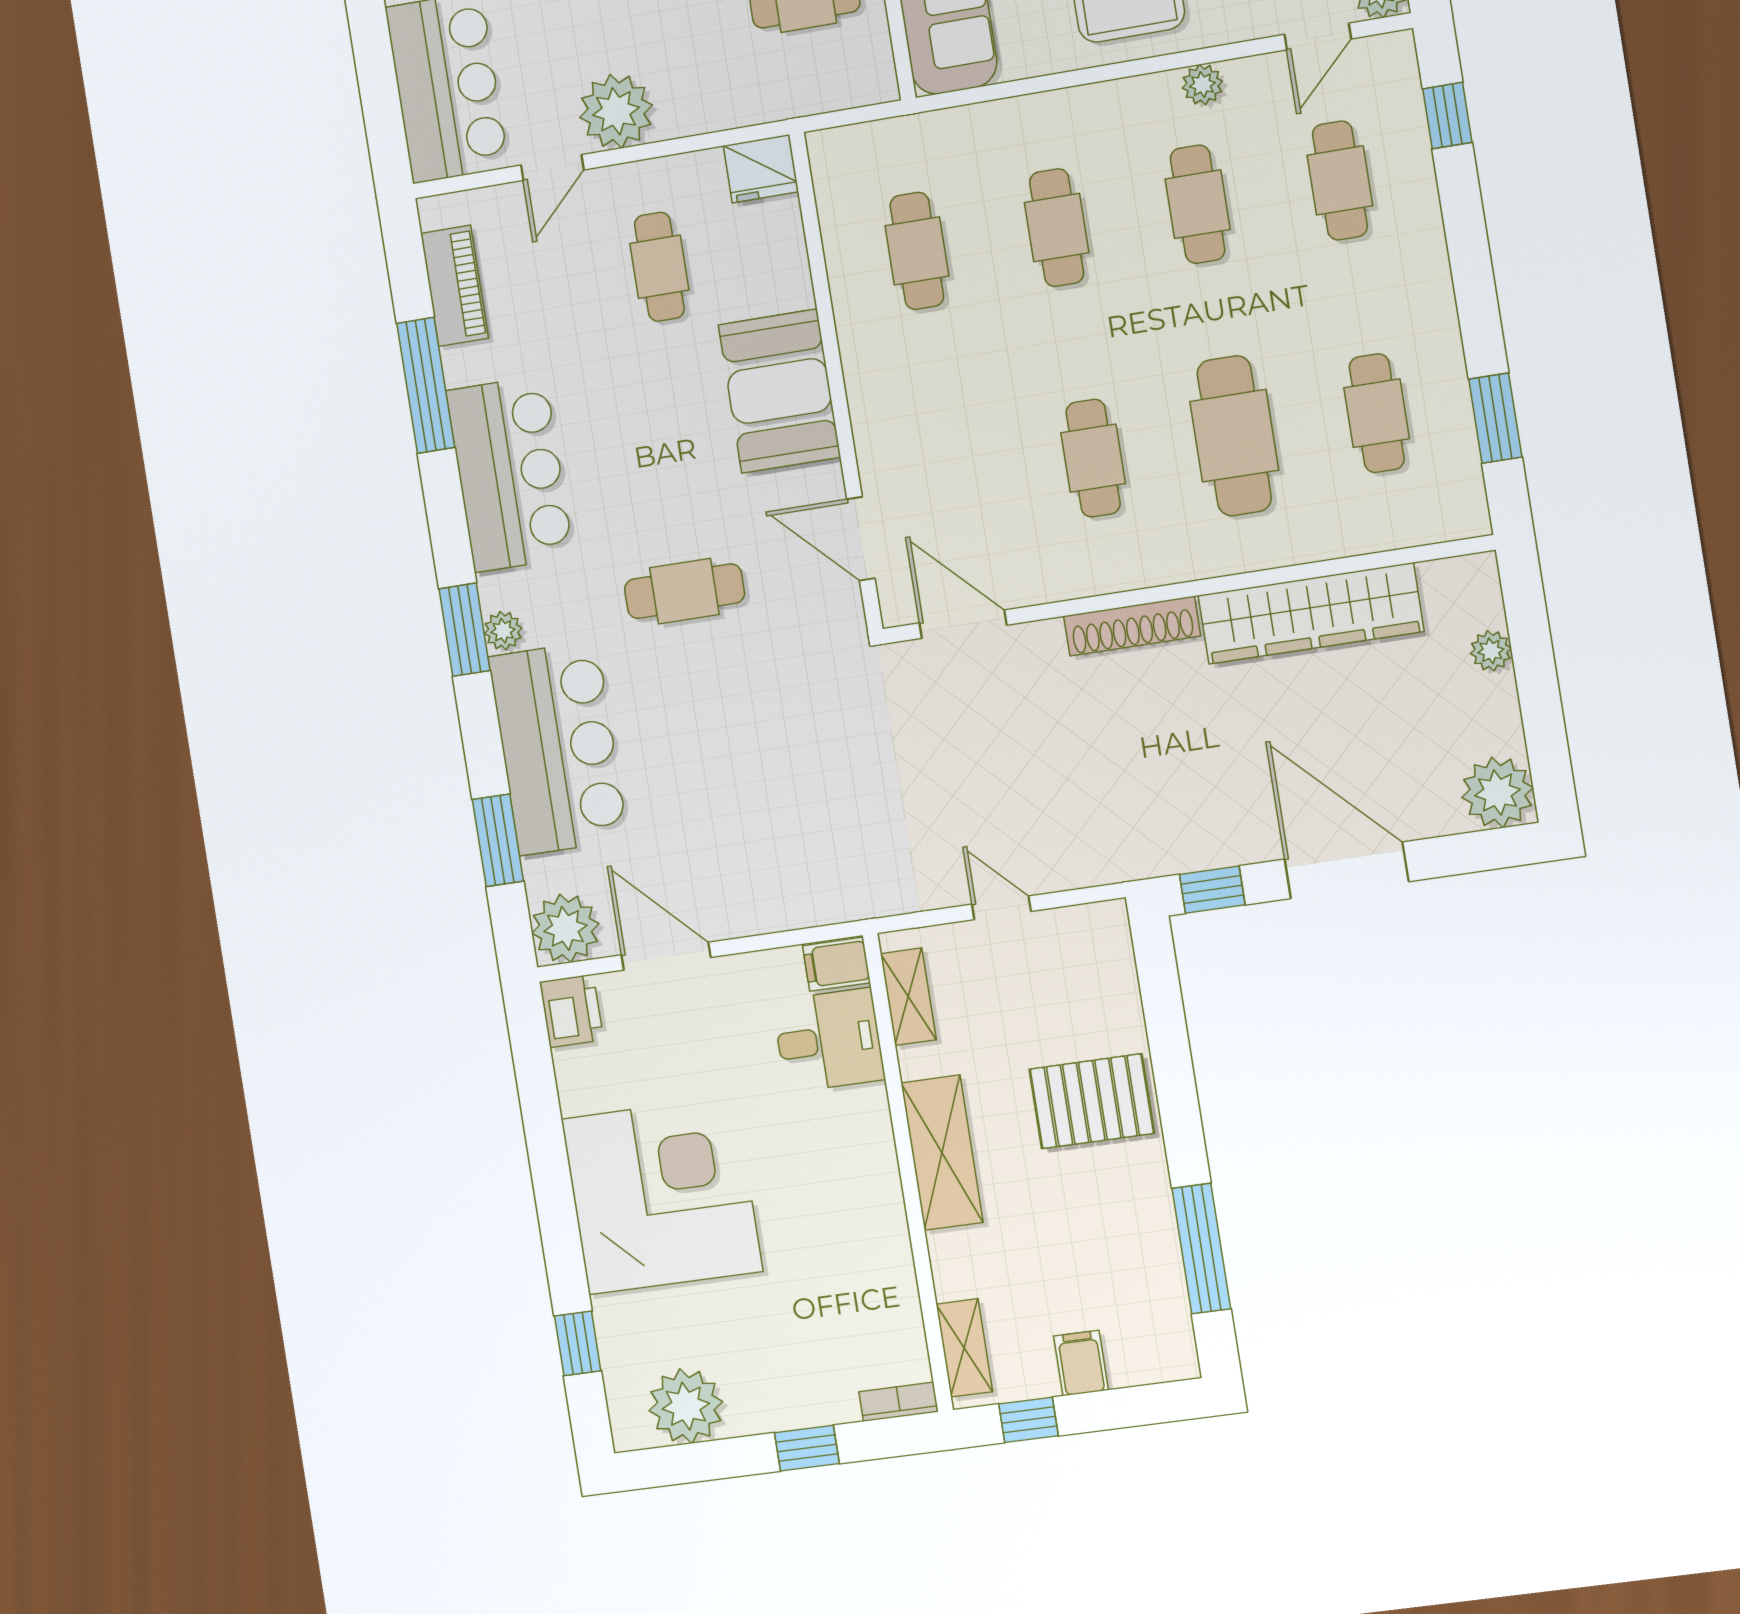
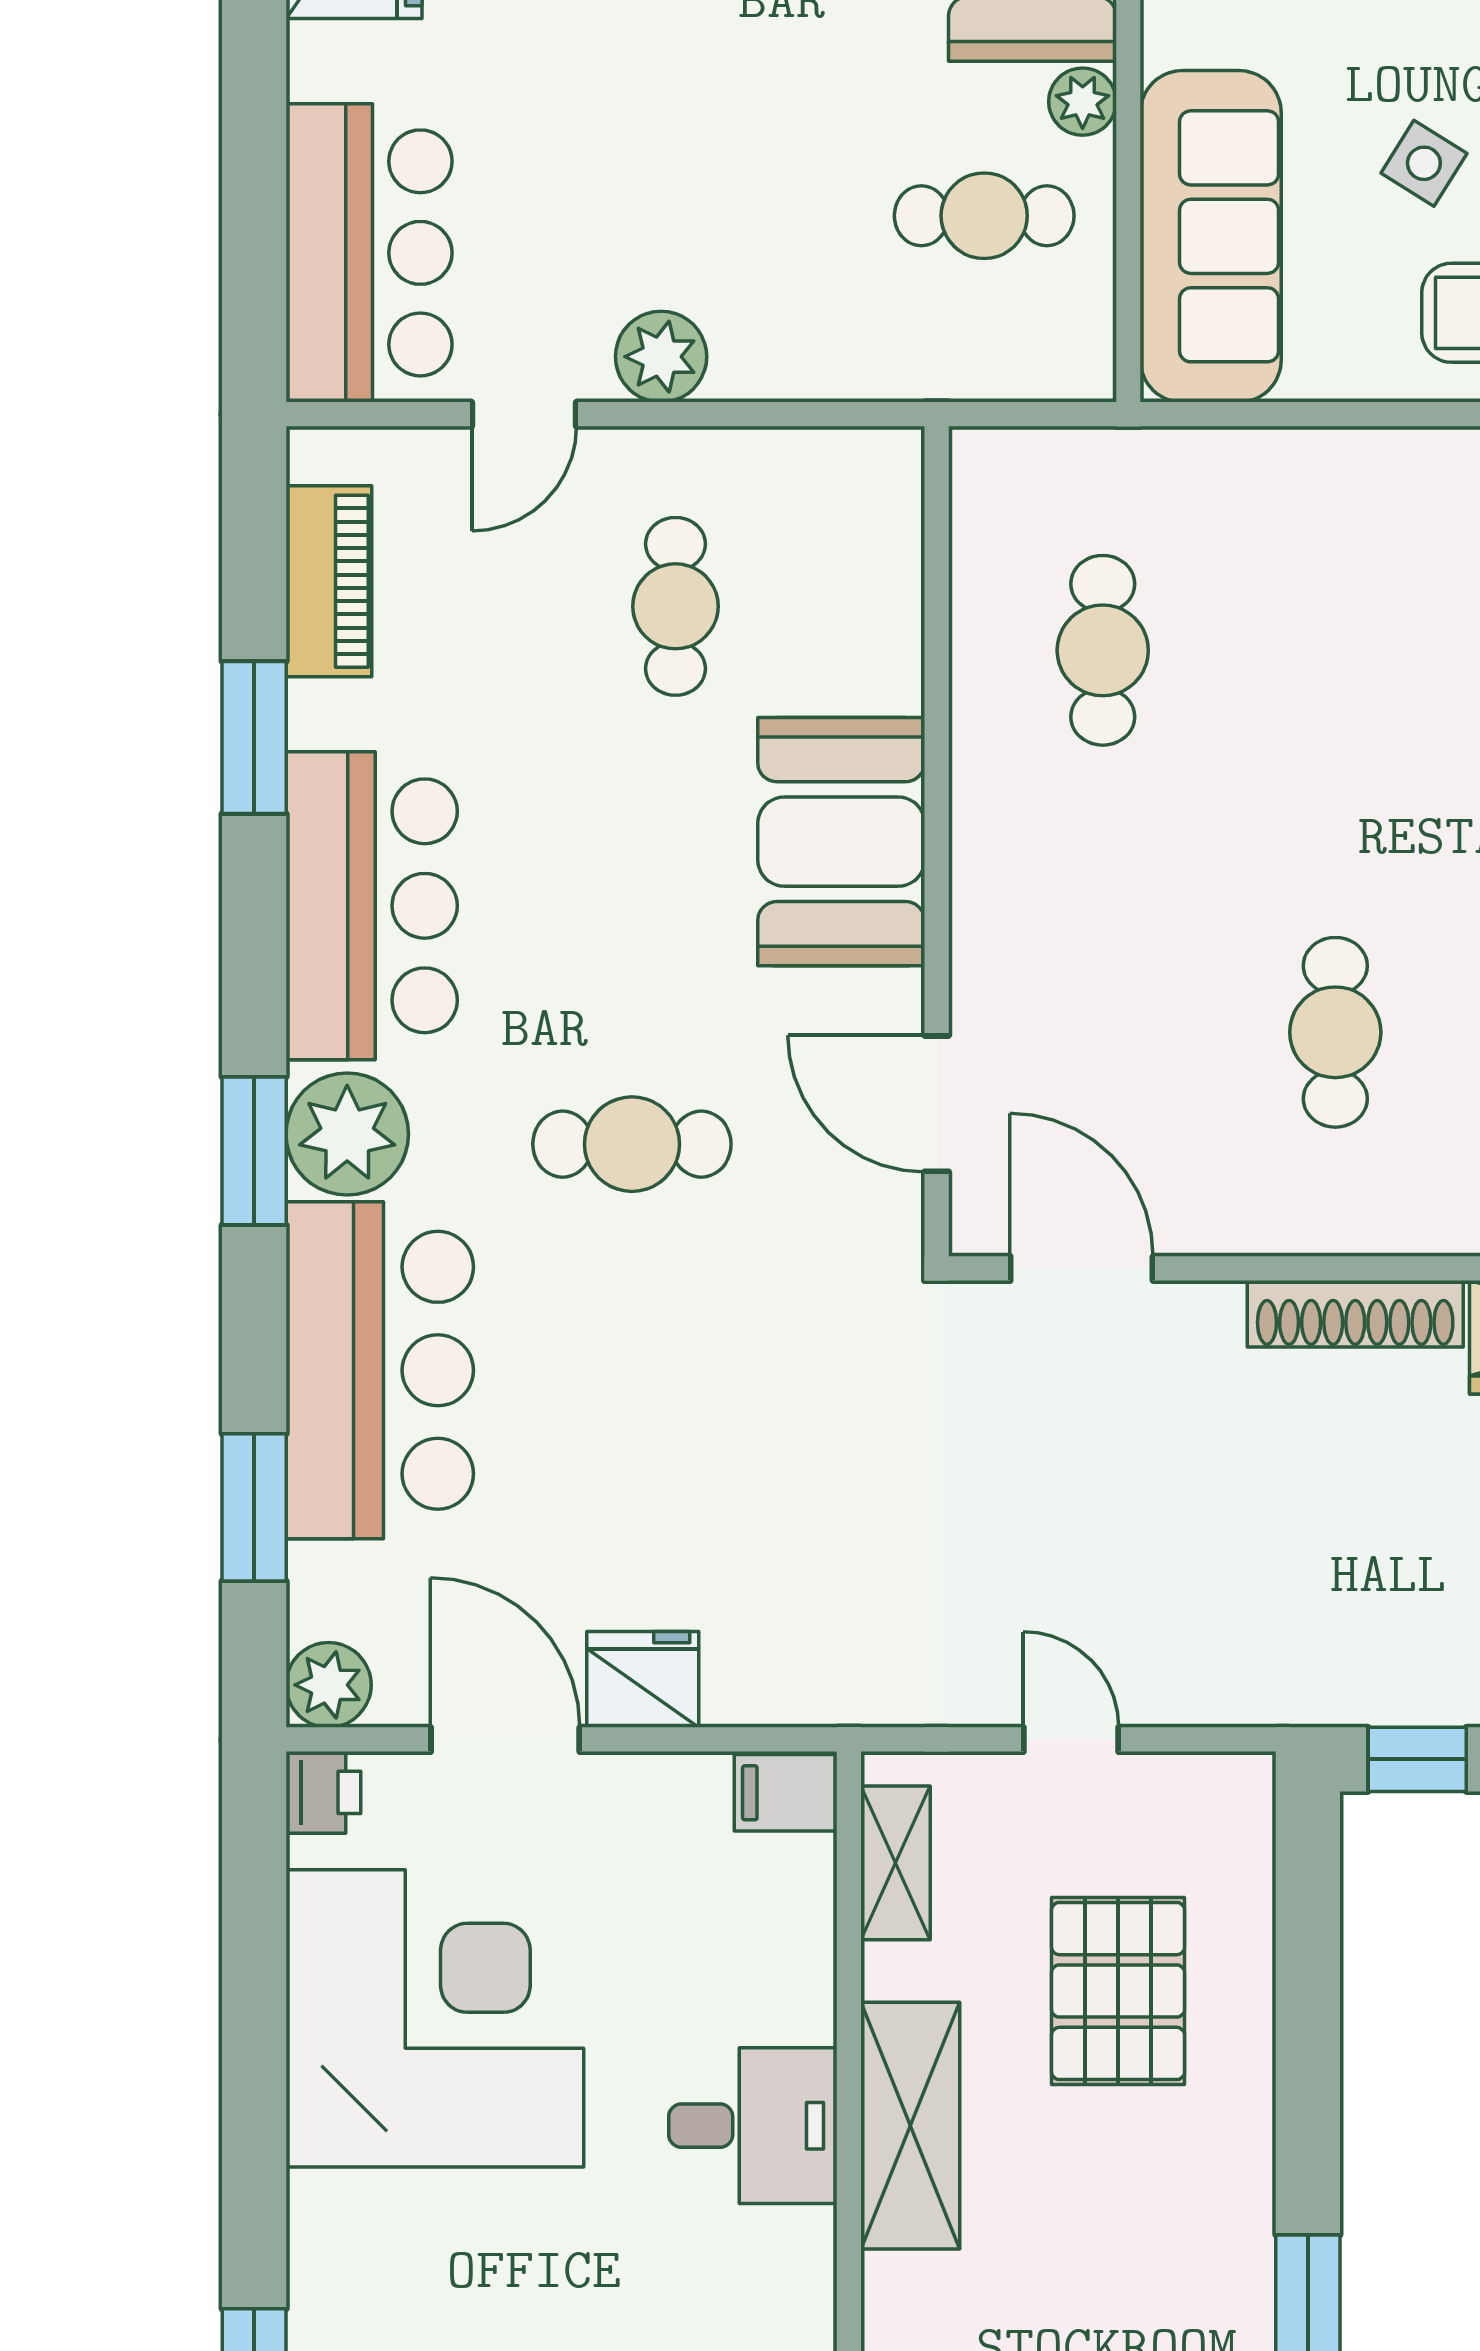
plant: (616, 111) -> (661, 357), width x0.73, depth x0.73
fridge: (761, 169) -> (643, 1679), moved, turned 180
cafe table: (1057, 228) -> (1335, 650), removed
window: (426, 385) -> (254, 738), width x0.69
plant: (503, 631) -> (347, 1134), width x1.87, depth x1.87
plant: (565, 928) -> (329, 1685), width x0.73, depth x0.73
printer: (571, 1011) -> (323, 1792), width x0.73, depth x0.81
desk: (829, 1040) -> (753, 2126), moved
pallet: (1092, 1101) -> (1118, 1991), moved, turned 90
corner desk: (662, 1195) -> (435, 2018), moved

